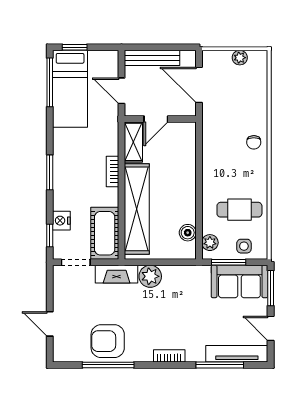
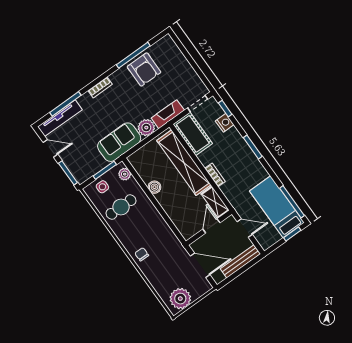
plant: (240, 58) -> (180, 299), width x1.87, depth x1.87
boiler: (188, 233) -> (154, 187), moved
sofa: (239, 281) -> (119, 142), moved
door: (50, 324) -> (187, 55), removed
armchair: (108, 341) -> (144, 70), turned 90

